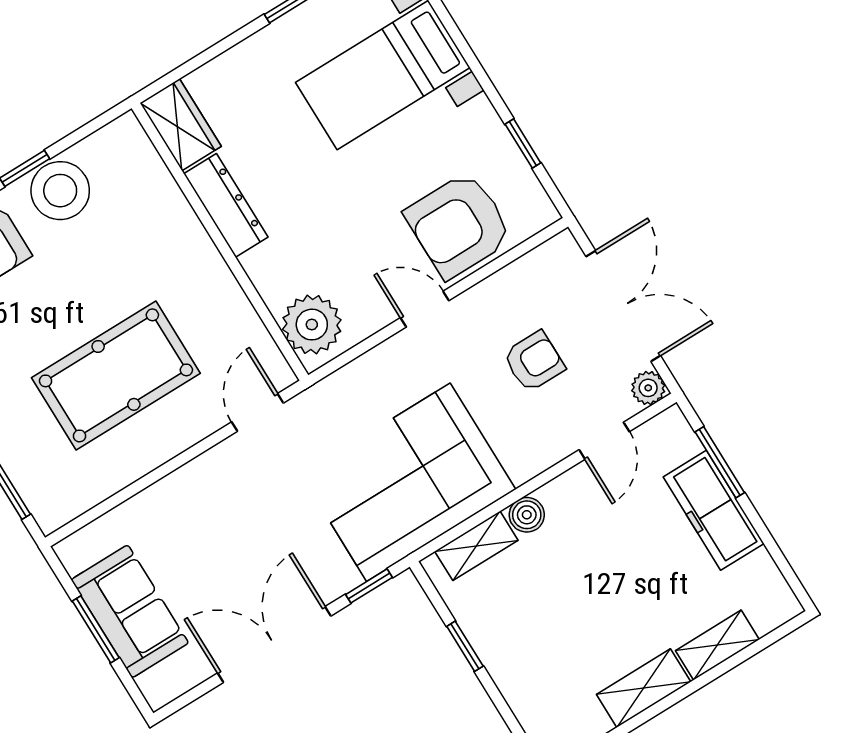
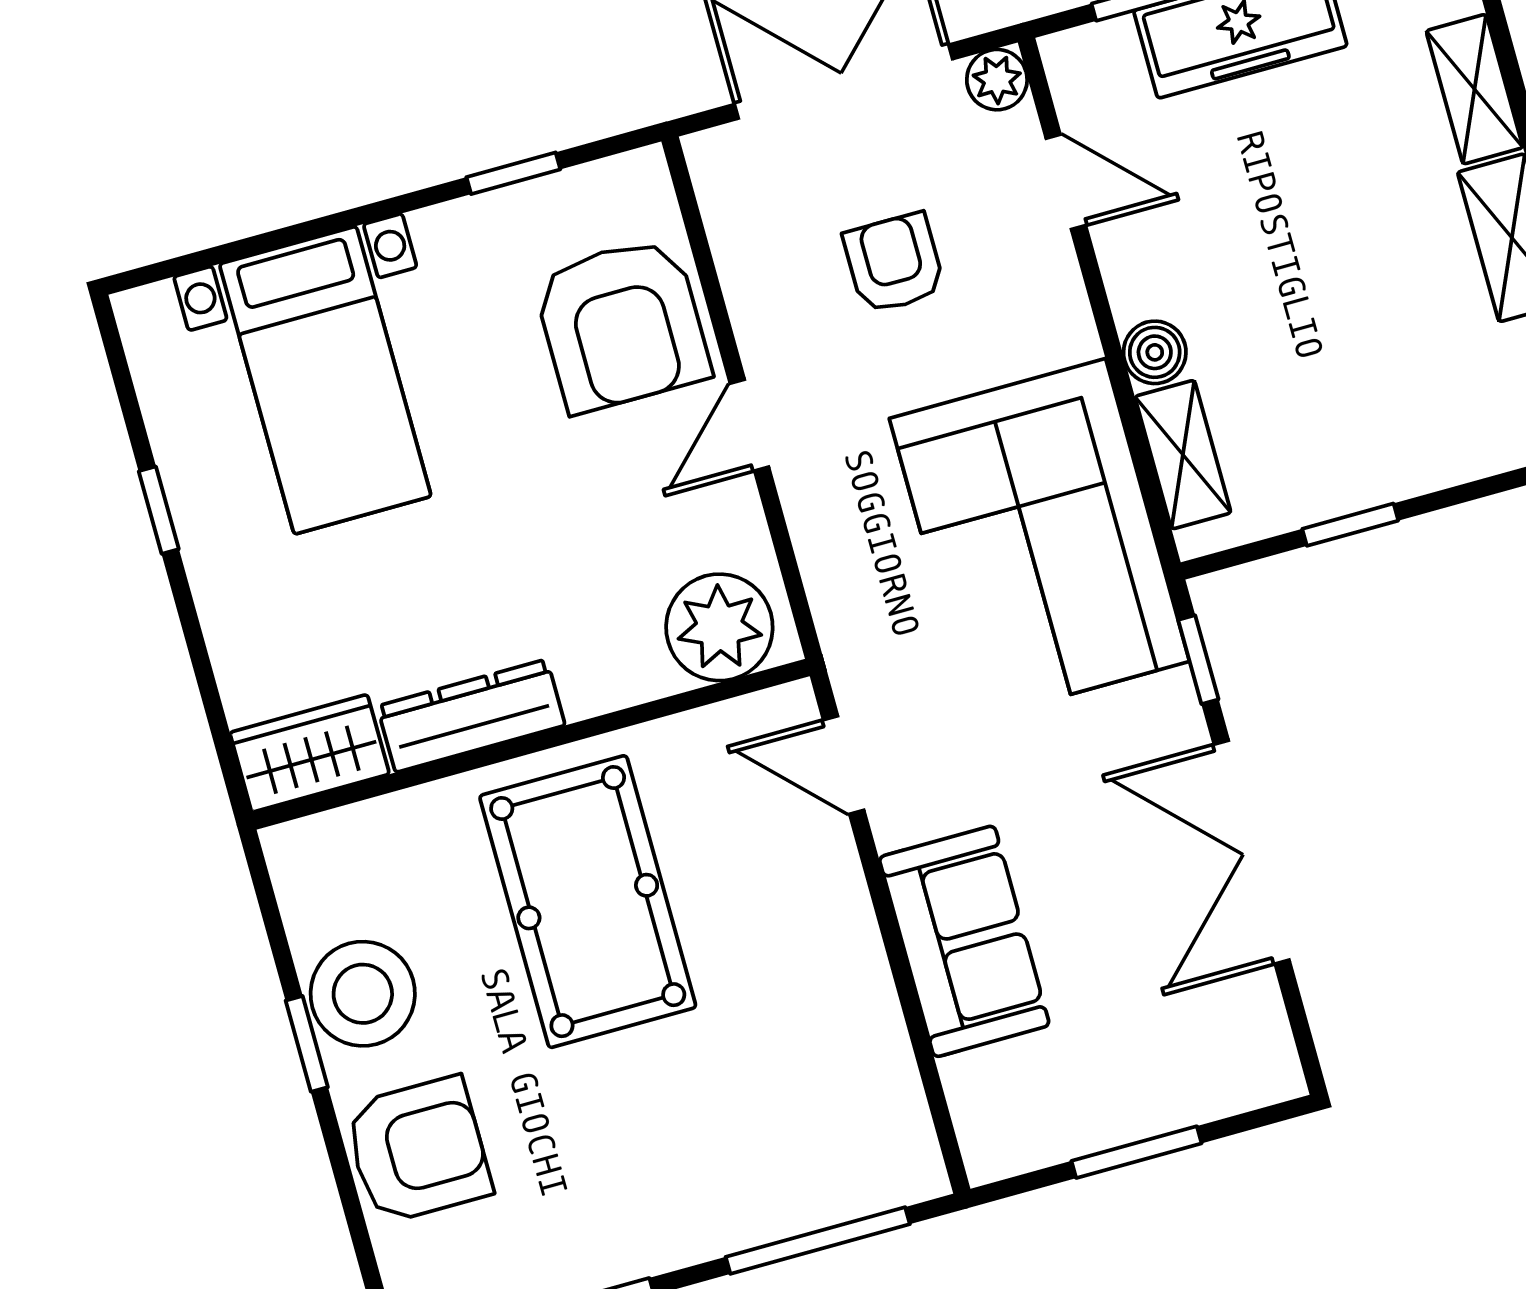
pool table: (116, 375) -> (588, 902), moved
sofa: (130, 611) -> (964, 941), moved, turned 90

